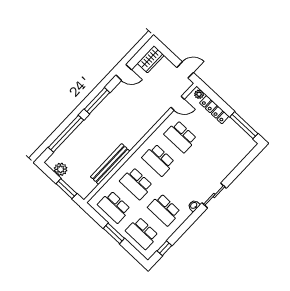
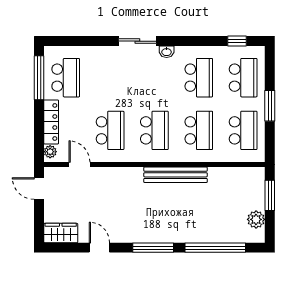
school desk: (230, 139) -> (66, 78), added
bench: (110, 164) -> (175, 175), moved

